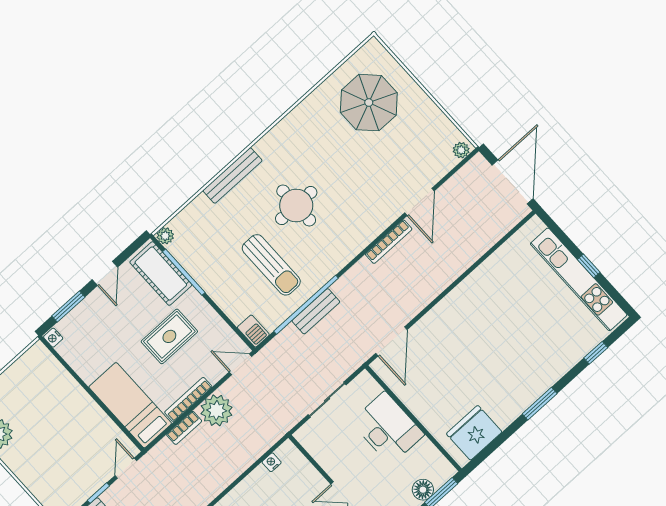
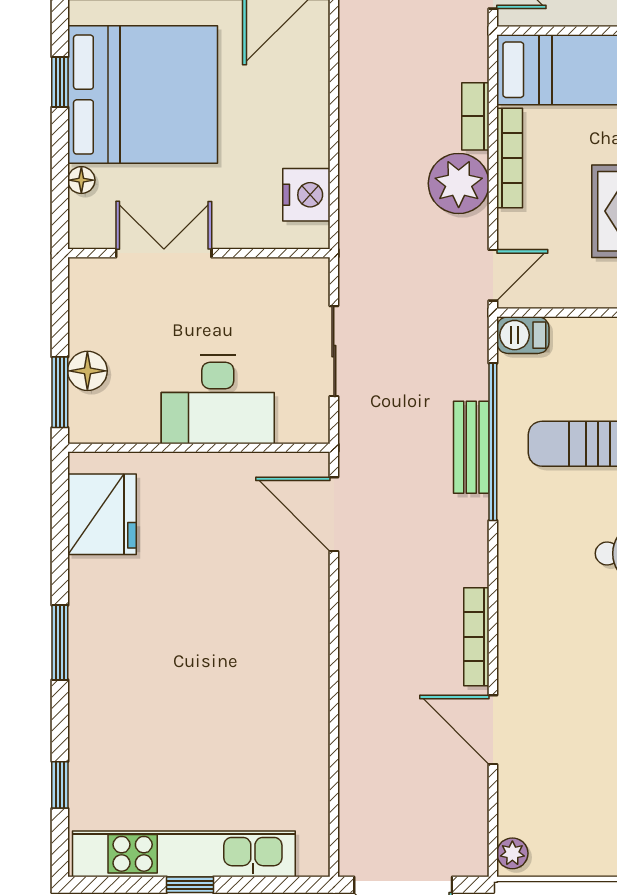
nightstand: (272, 462) -> (306, 195), width x1.89, depth x1.79

